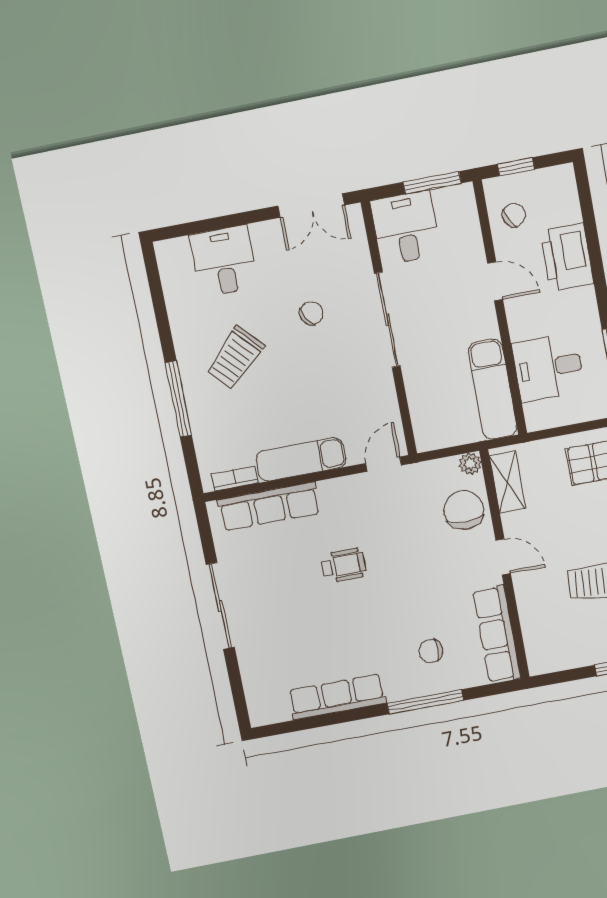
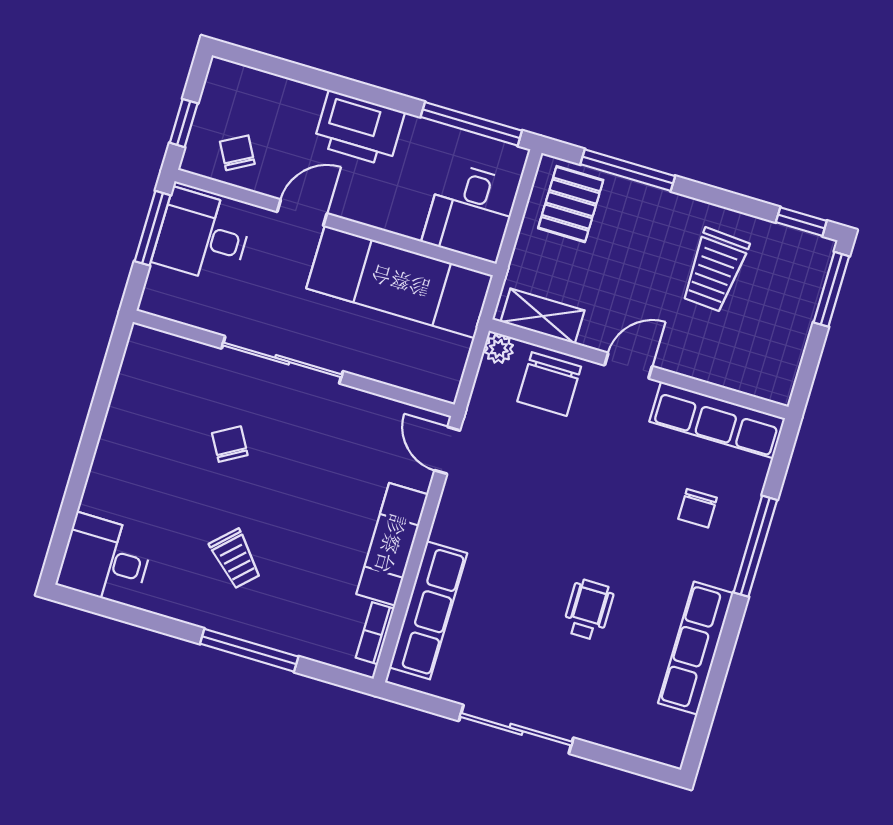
double door: (311, 206) -> (107, 380), removed
desk: (406, 228) -> (203, 236), moved
printer: (567, 257) -> (359, 128), moved
desk: (224, 261) -> (105, 560), moved
trolley: (235, 358) -> (236, 559), width x0.73, depth x0.72
desk: (548, 367) -> (471, 212), moved
exam couch: (493, 389) -> (400, 282), width x1.36, depth x1.45
chair: (464, 510) -> (549, 384), turned -90
wheelchair: (344, 565) -> (588, 610), moved

